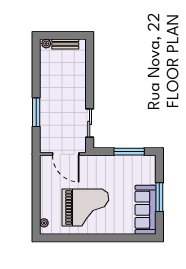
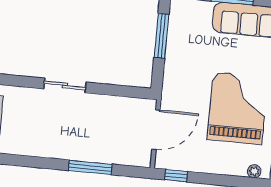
sliding door: (90, 123) -> (65, 85), moved
window: (36, 171) -> (176, 176), added

